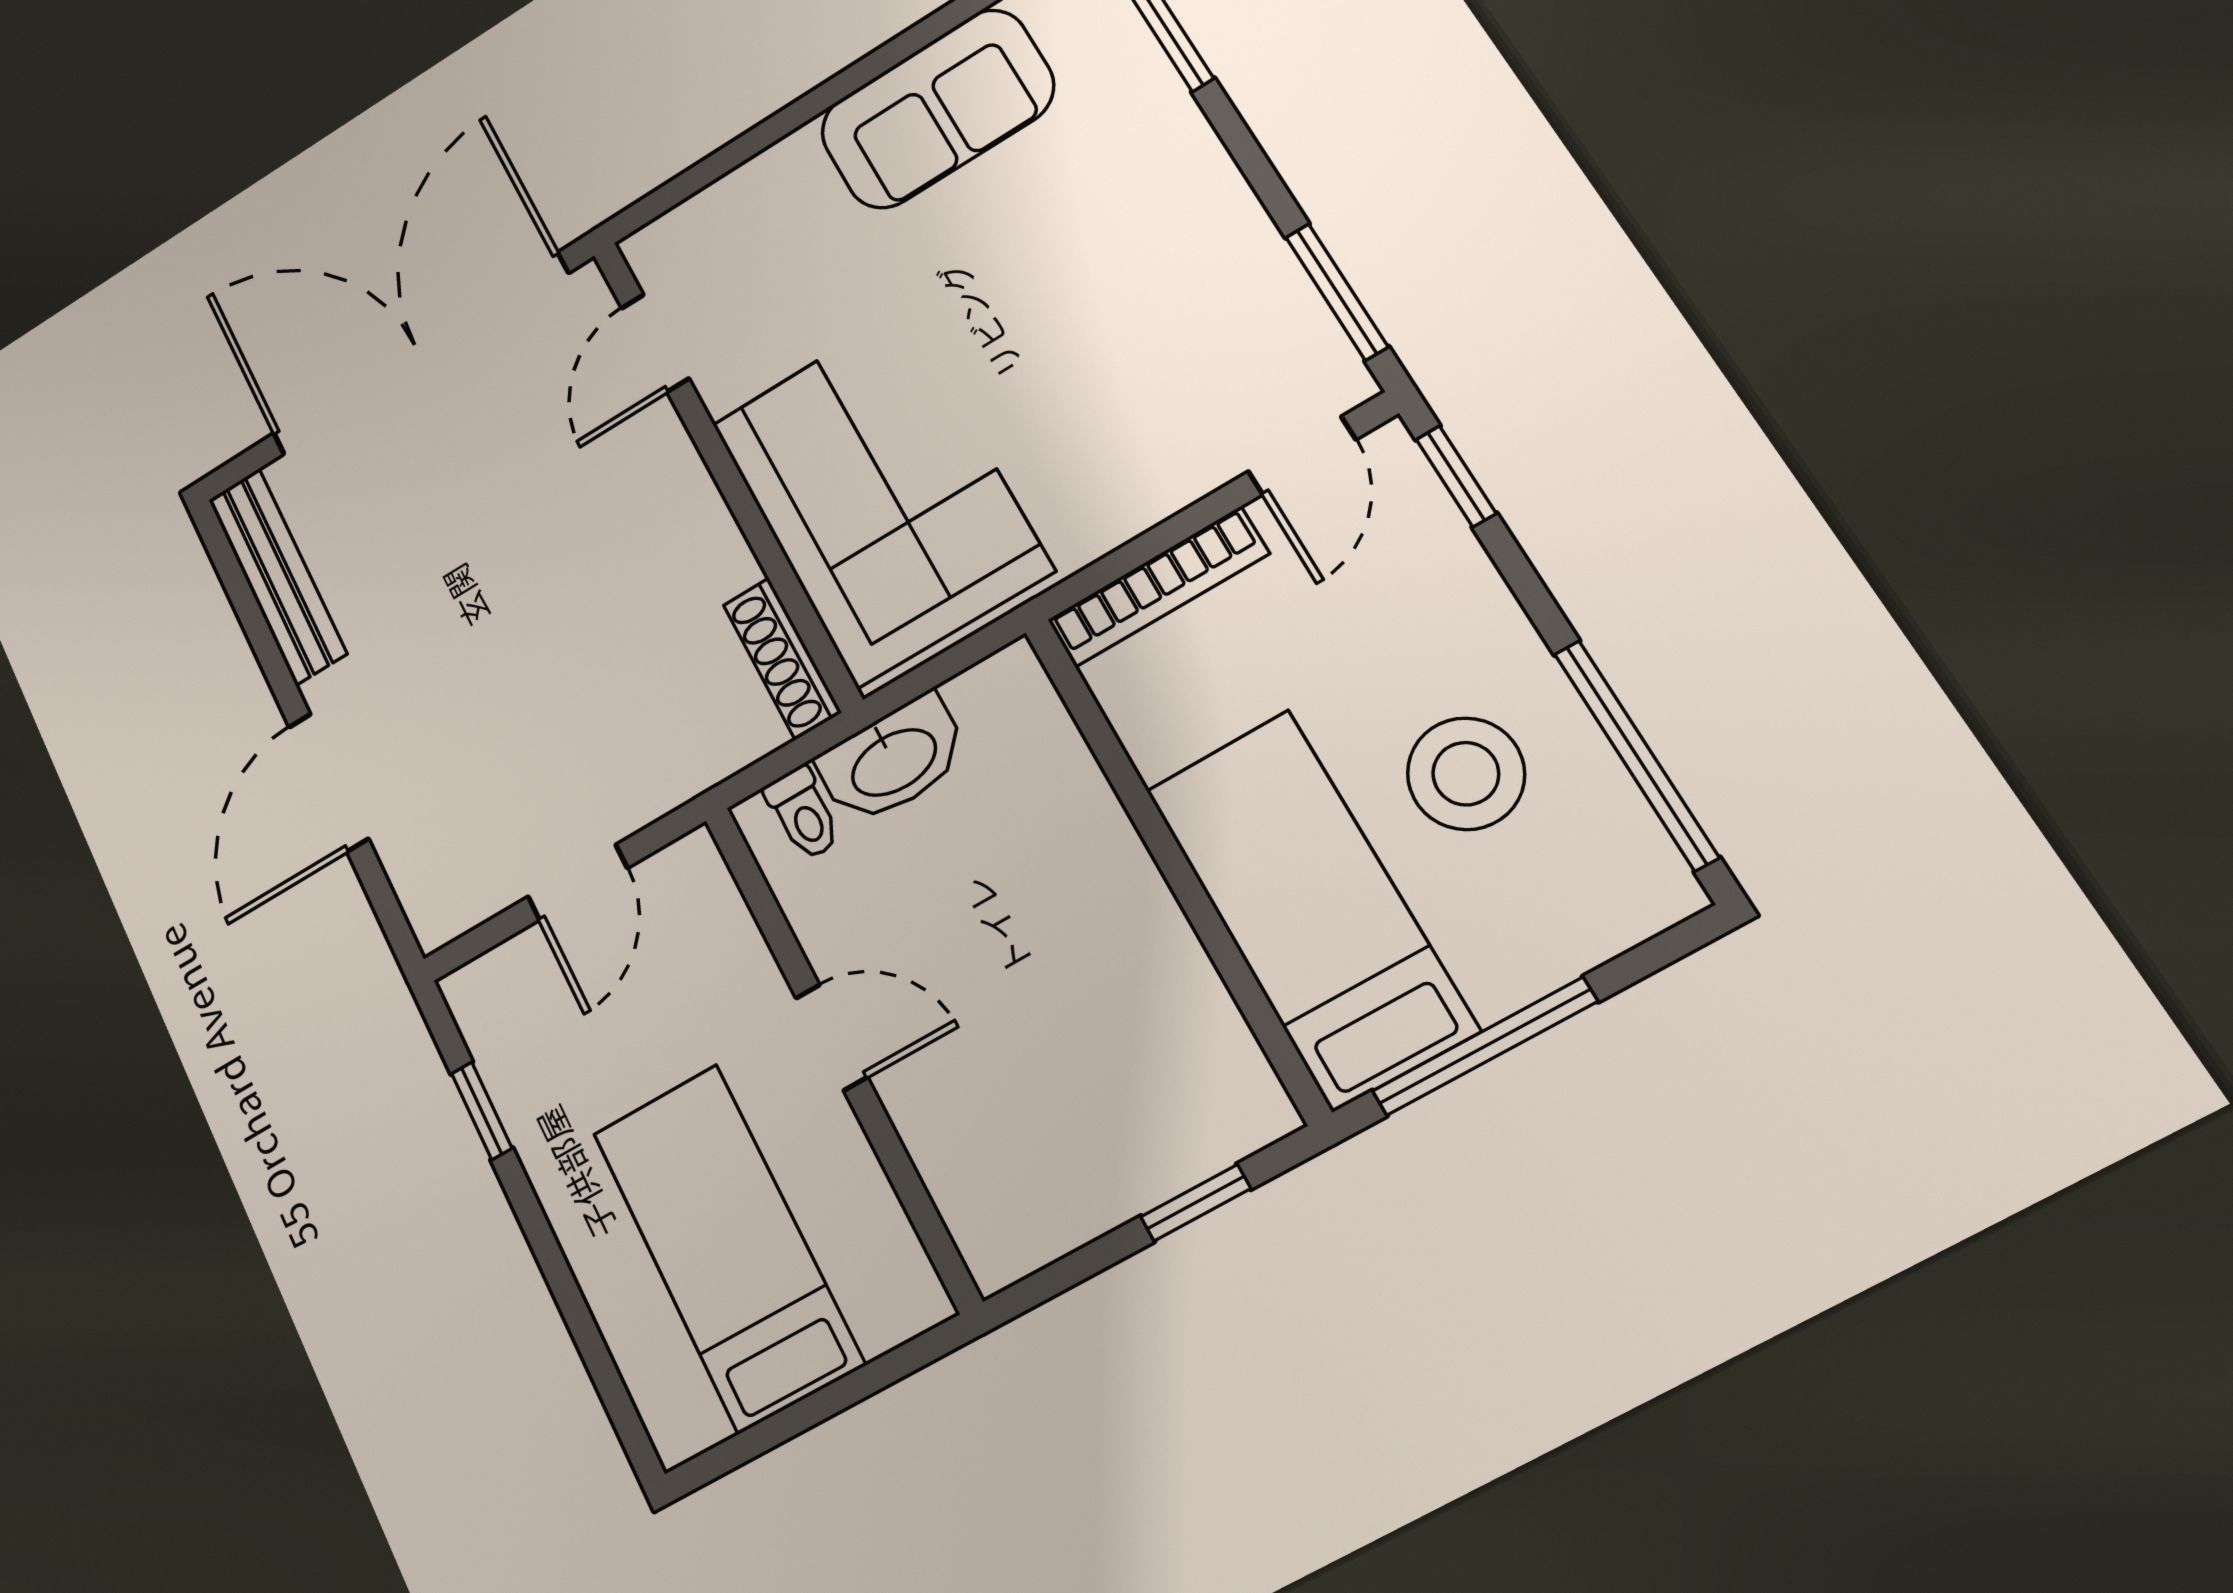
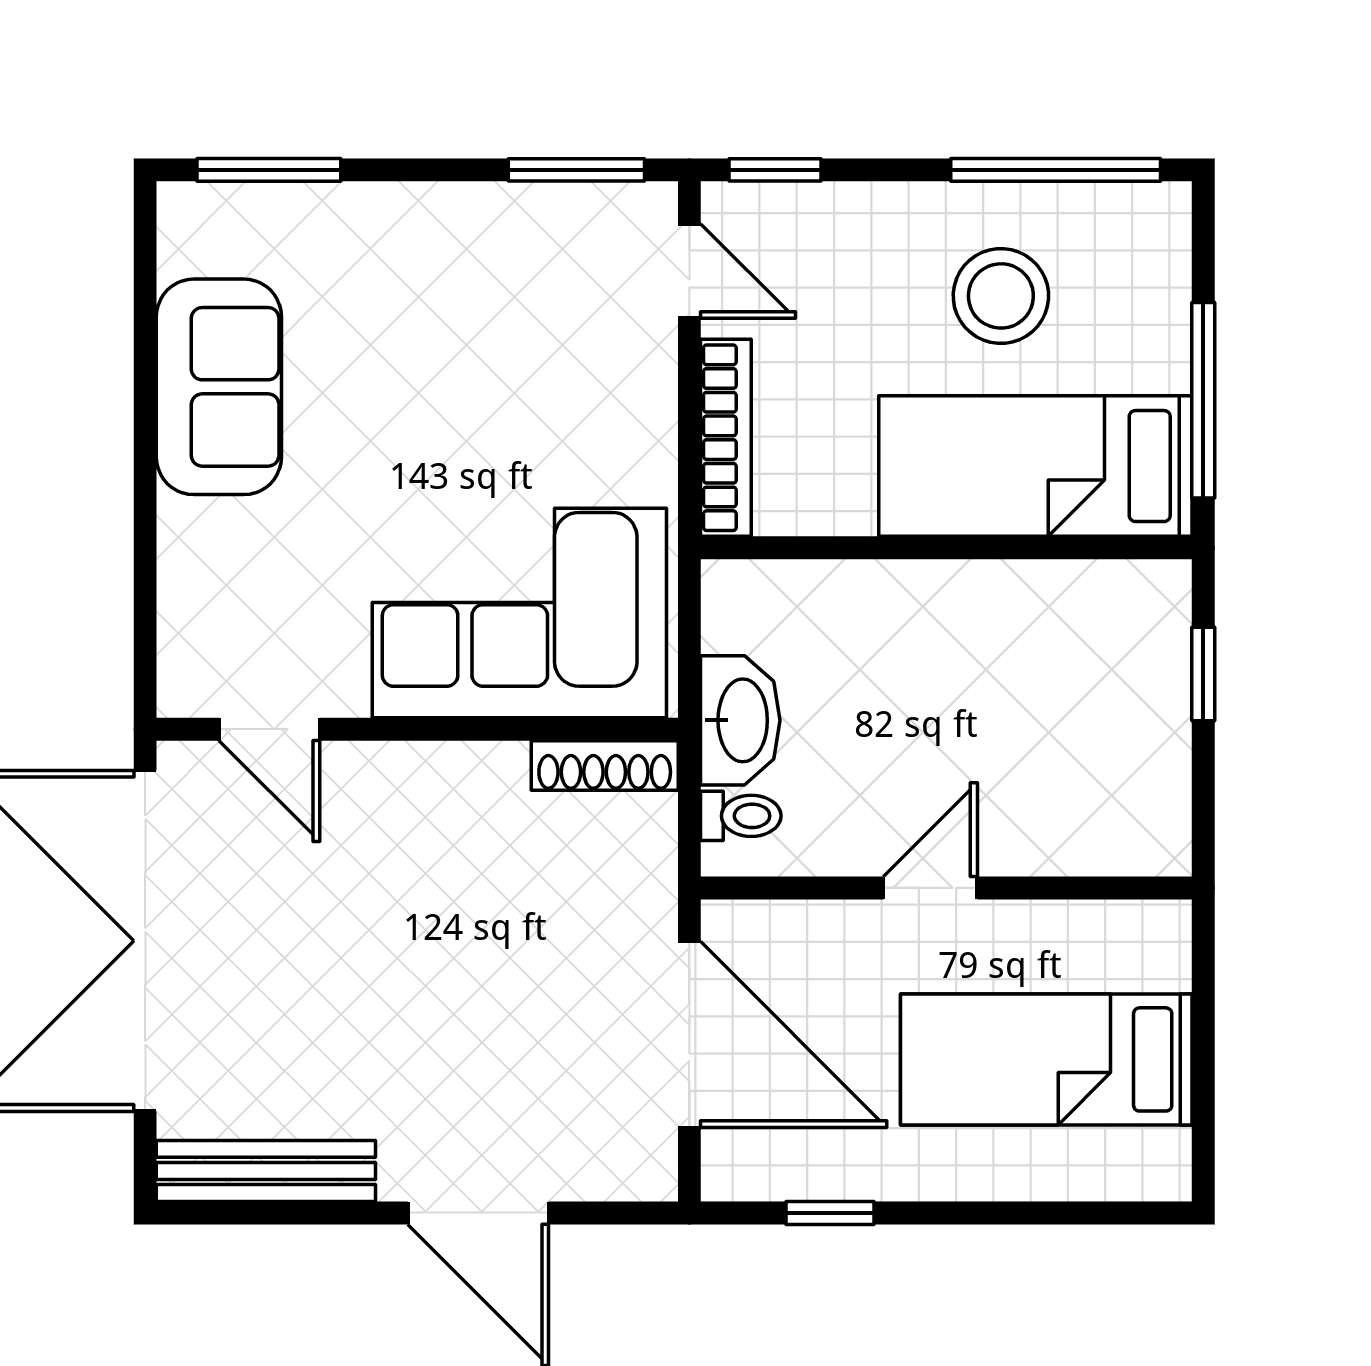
door: (578, 882) -> (689, 1035), width x1.87

